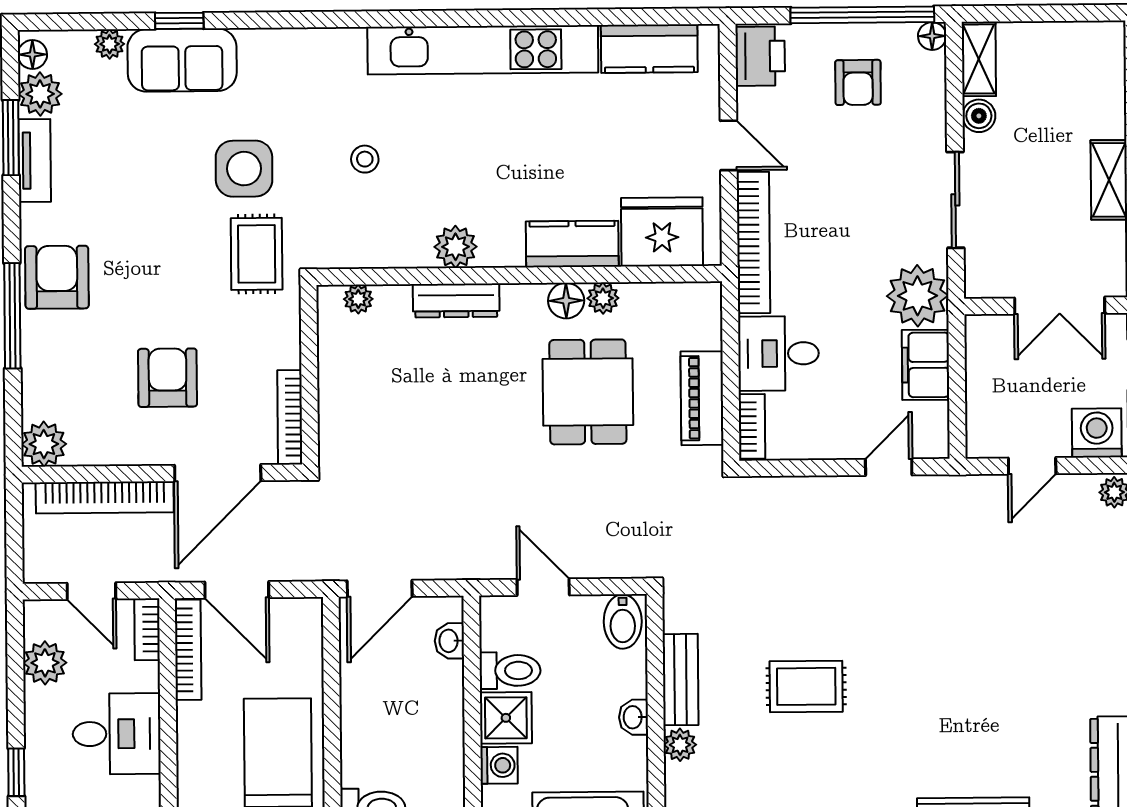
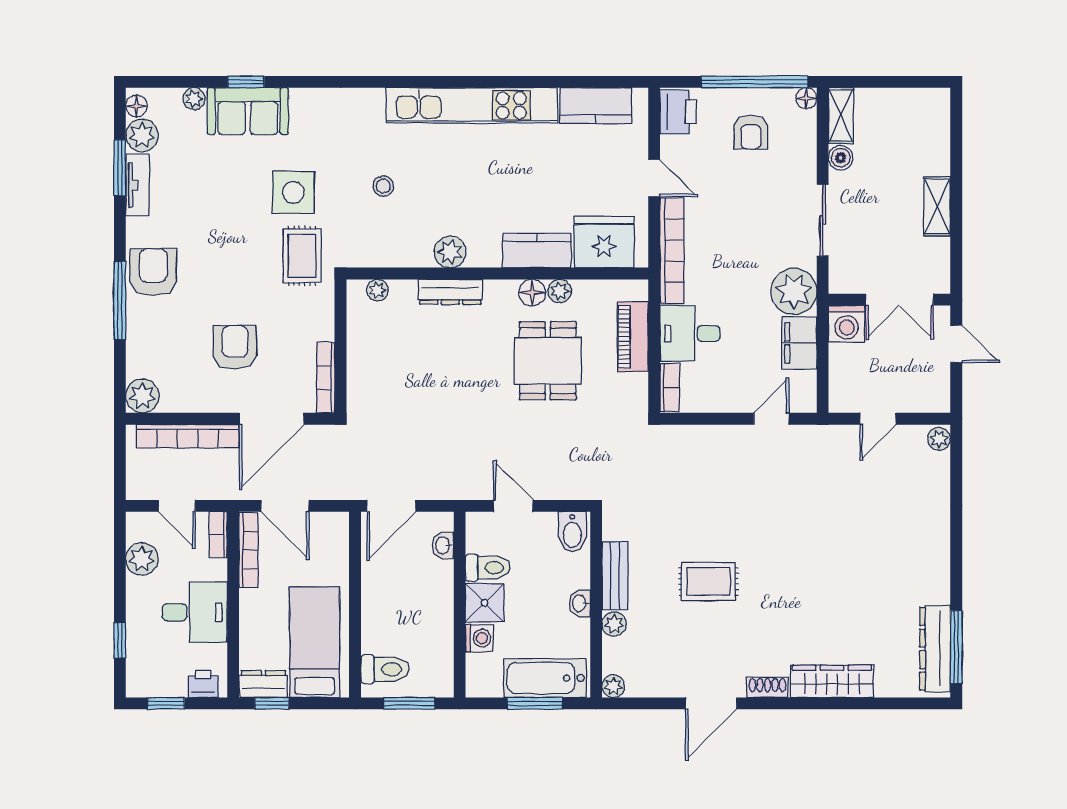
piano: (702, 398) -> (633, 337), moved
washing machine: (1097, 433) -> (847, 324), moved, turned 180

